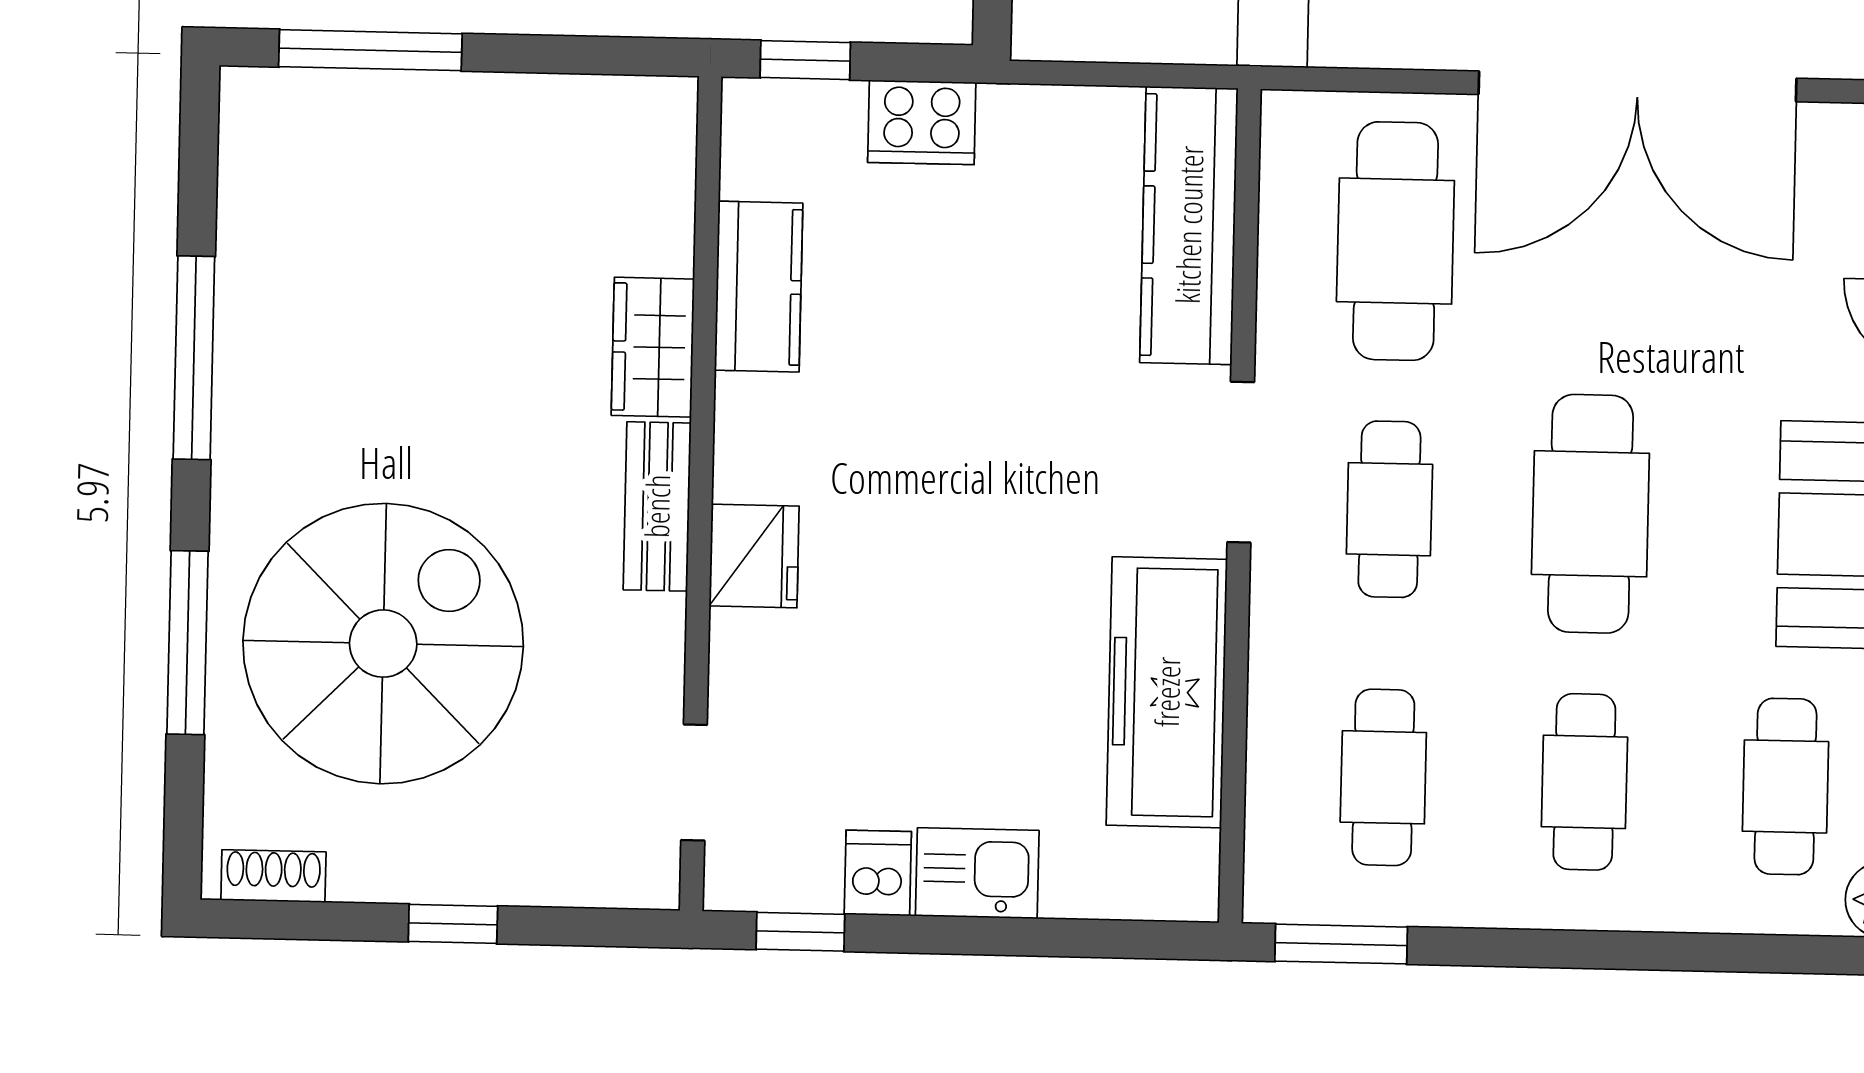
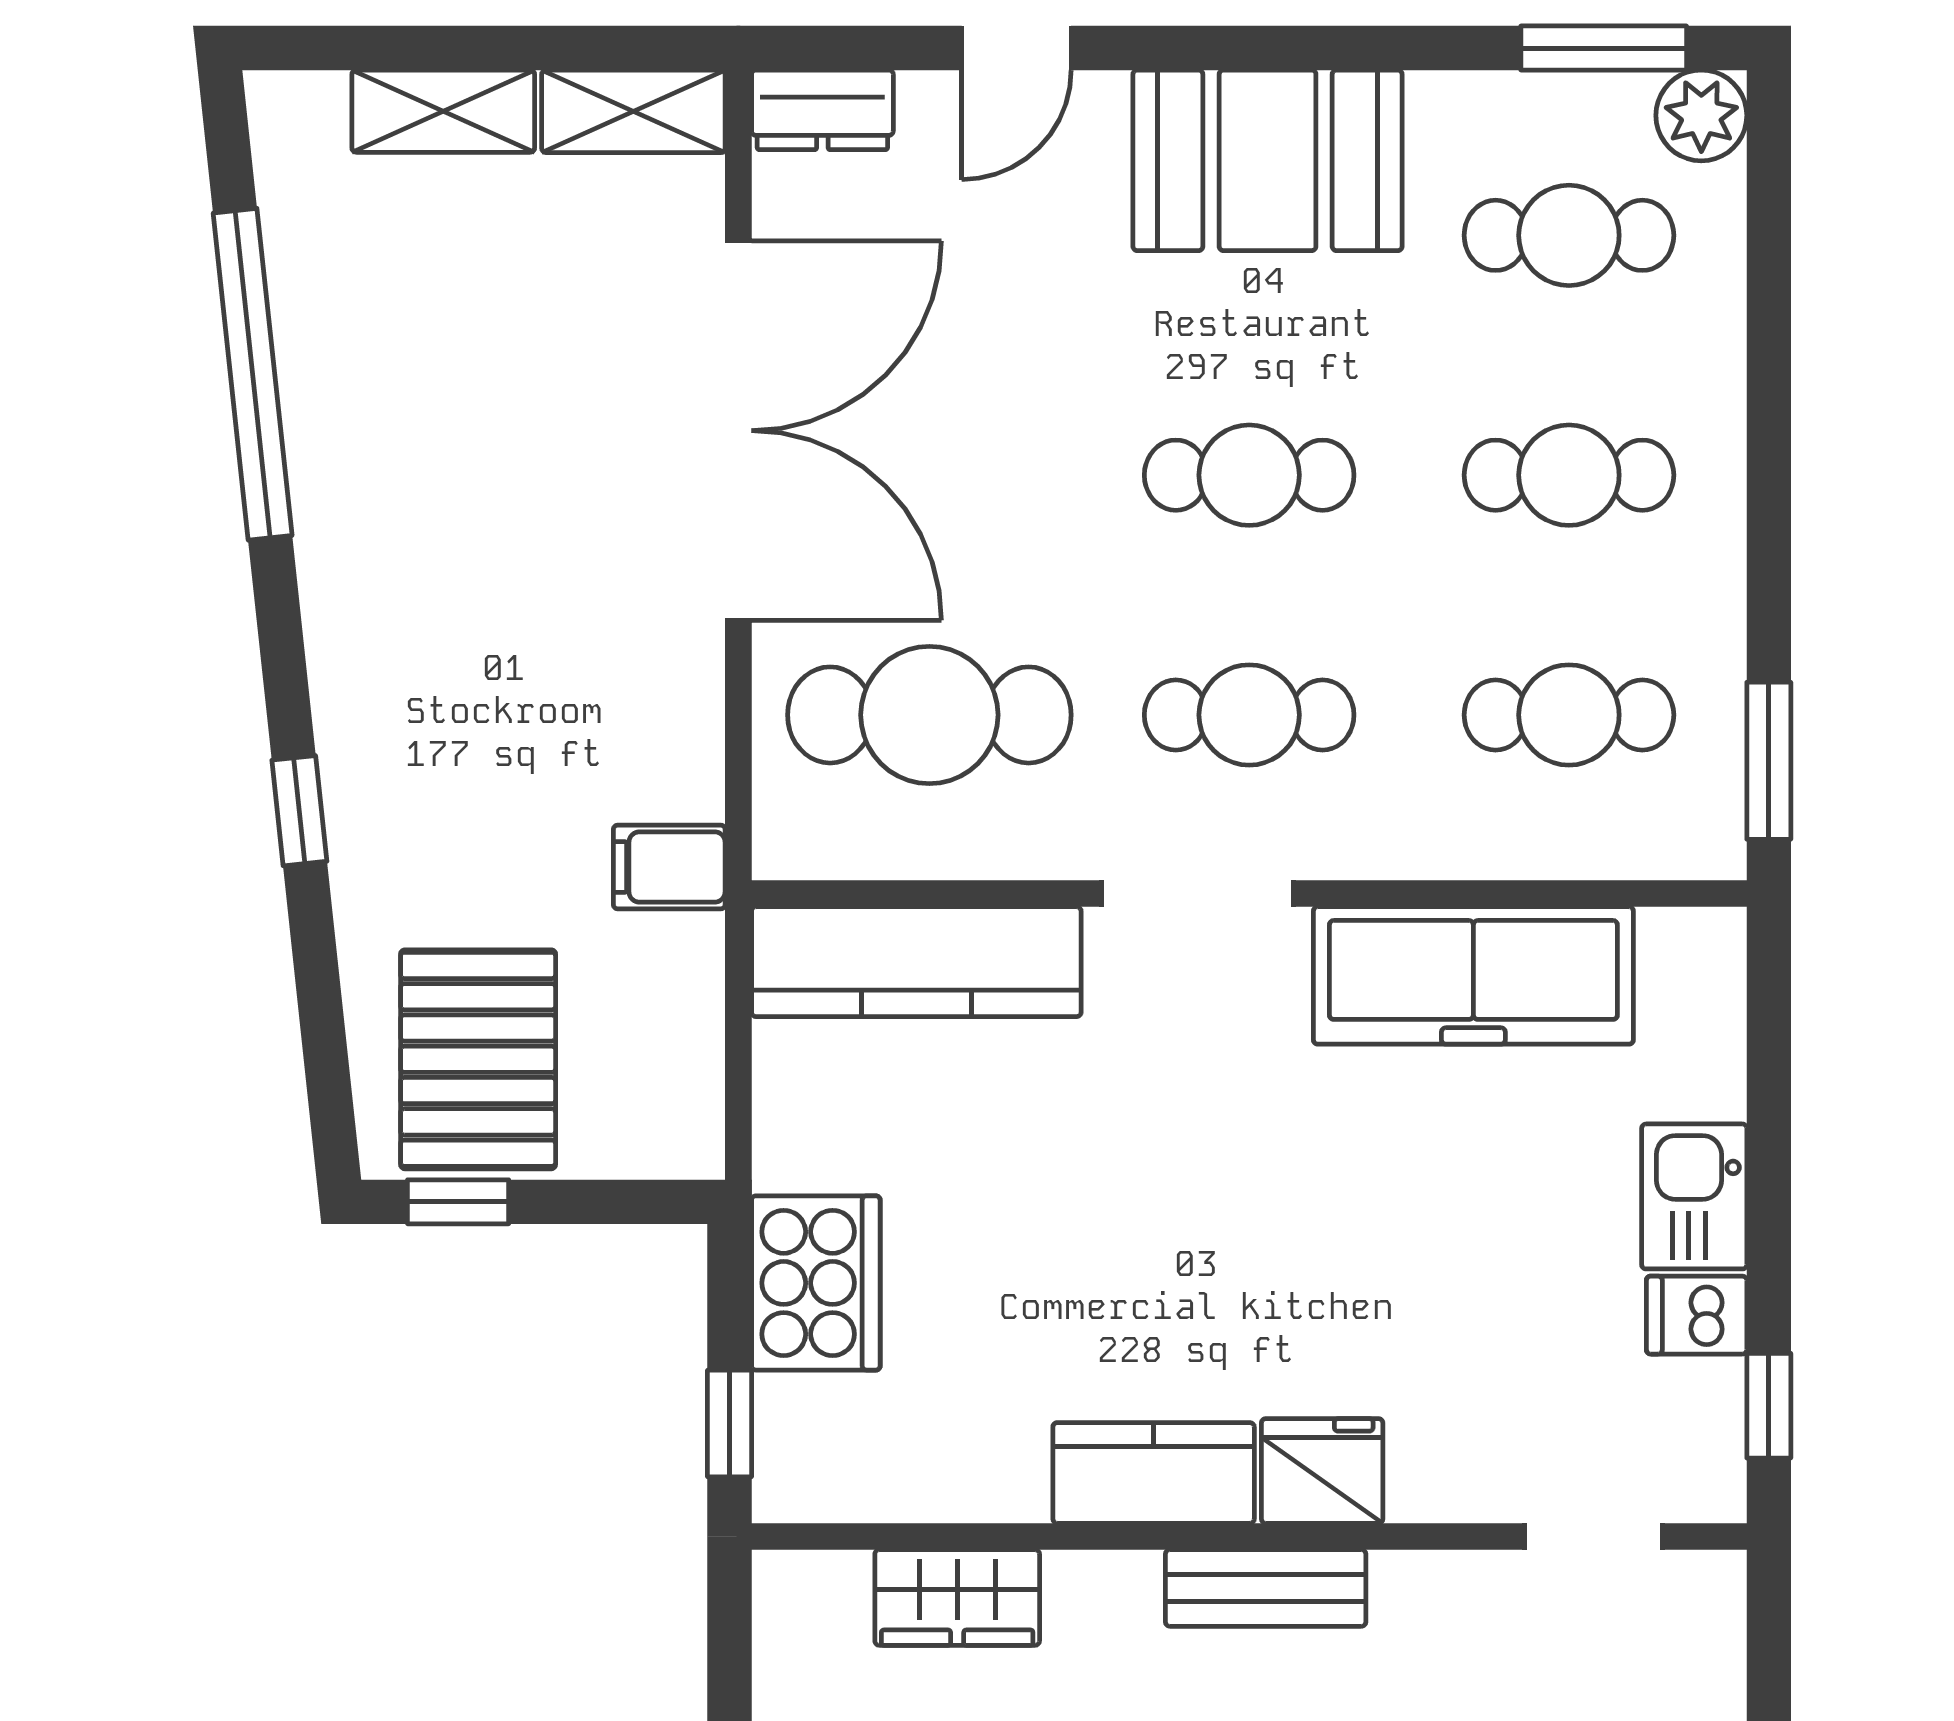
cooker: (922, 122) -> (816, 1283), width x1.37, depth x1.31
kitchen counter: (759, 287) -> (1154, 1473), moved
wardrobe: (653, 347) -> (957, 1597), moved
cafe table: (1590, 514) -> (1249, 475), width x0.73, depth x0.74

